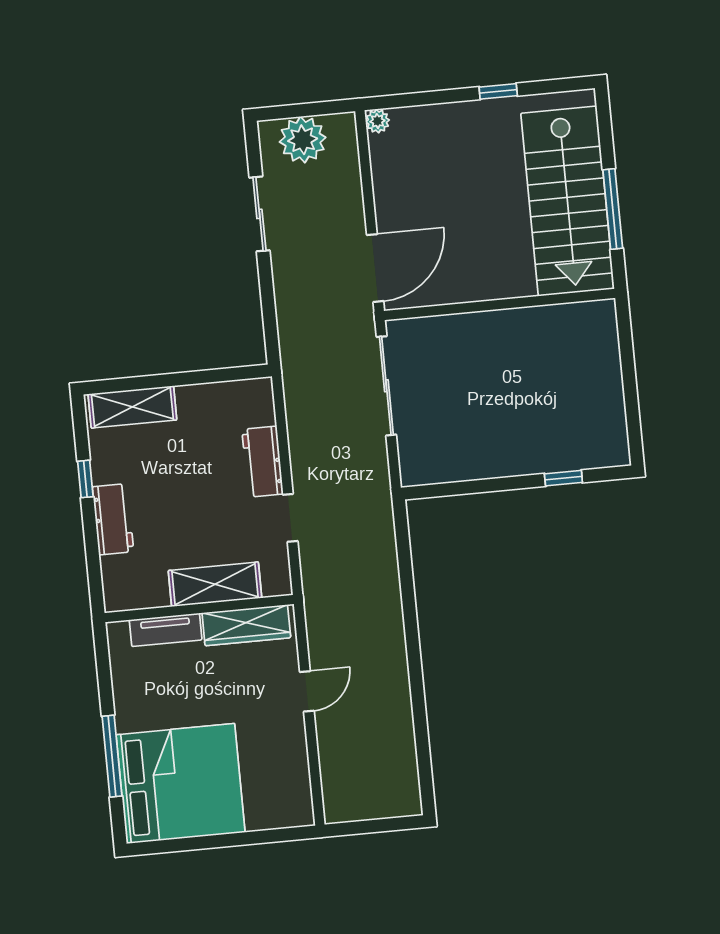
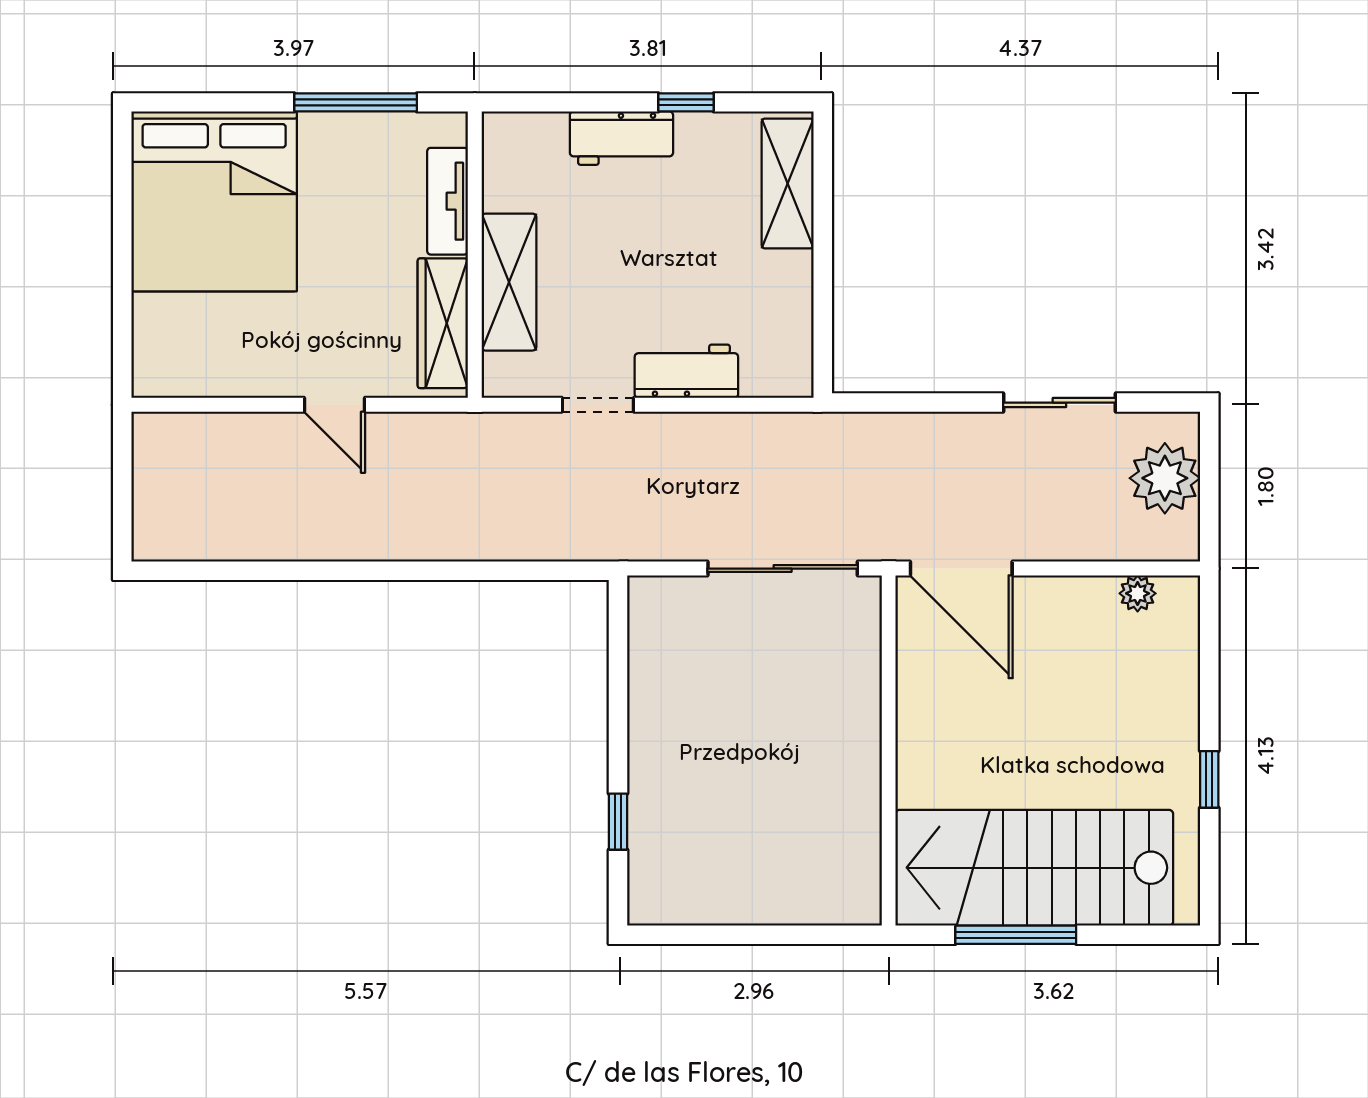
plant: (377, 121) -> (1138, 593), moved
window: (112, 756) -> (356, 102), moved

